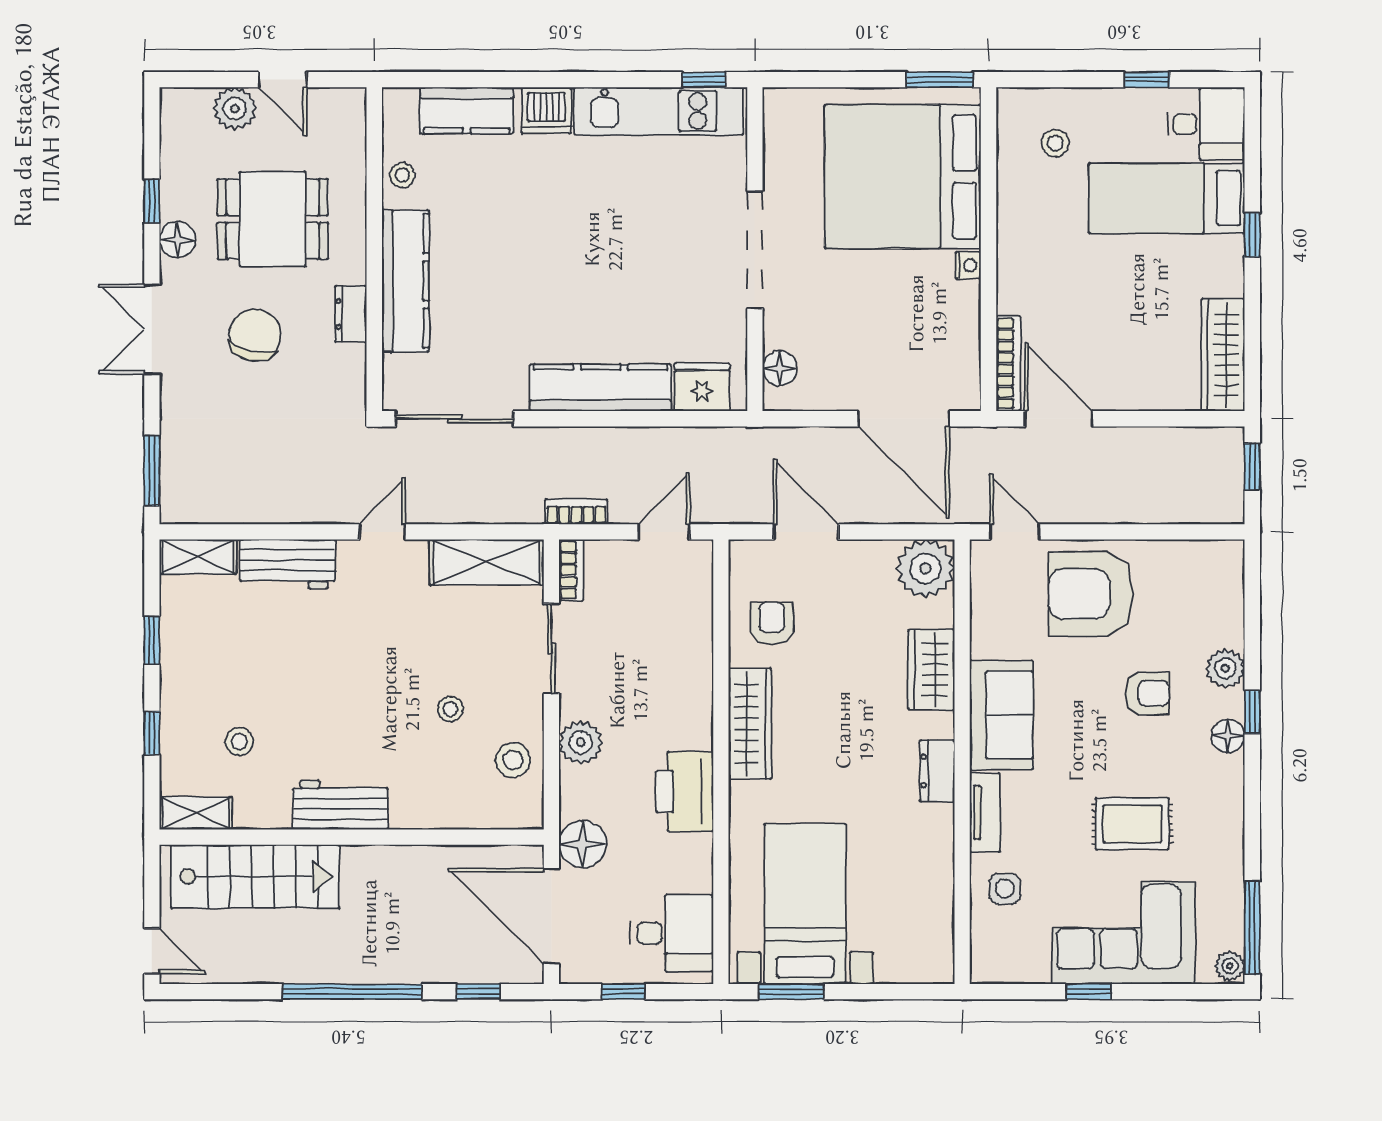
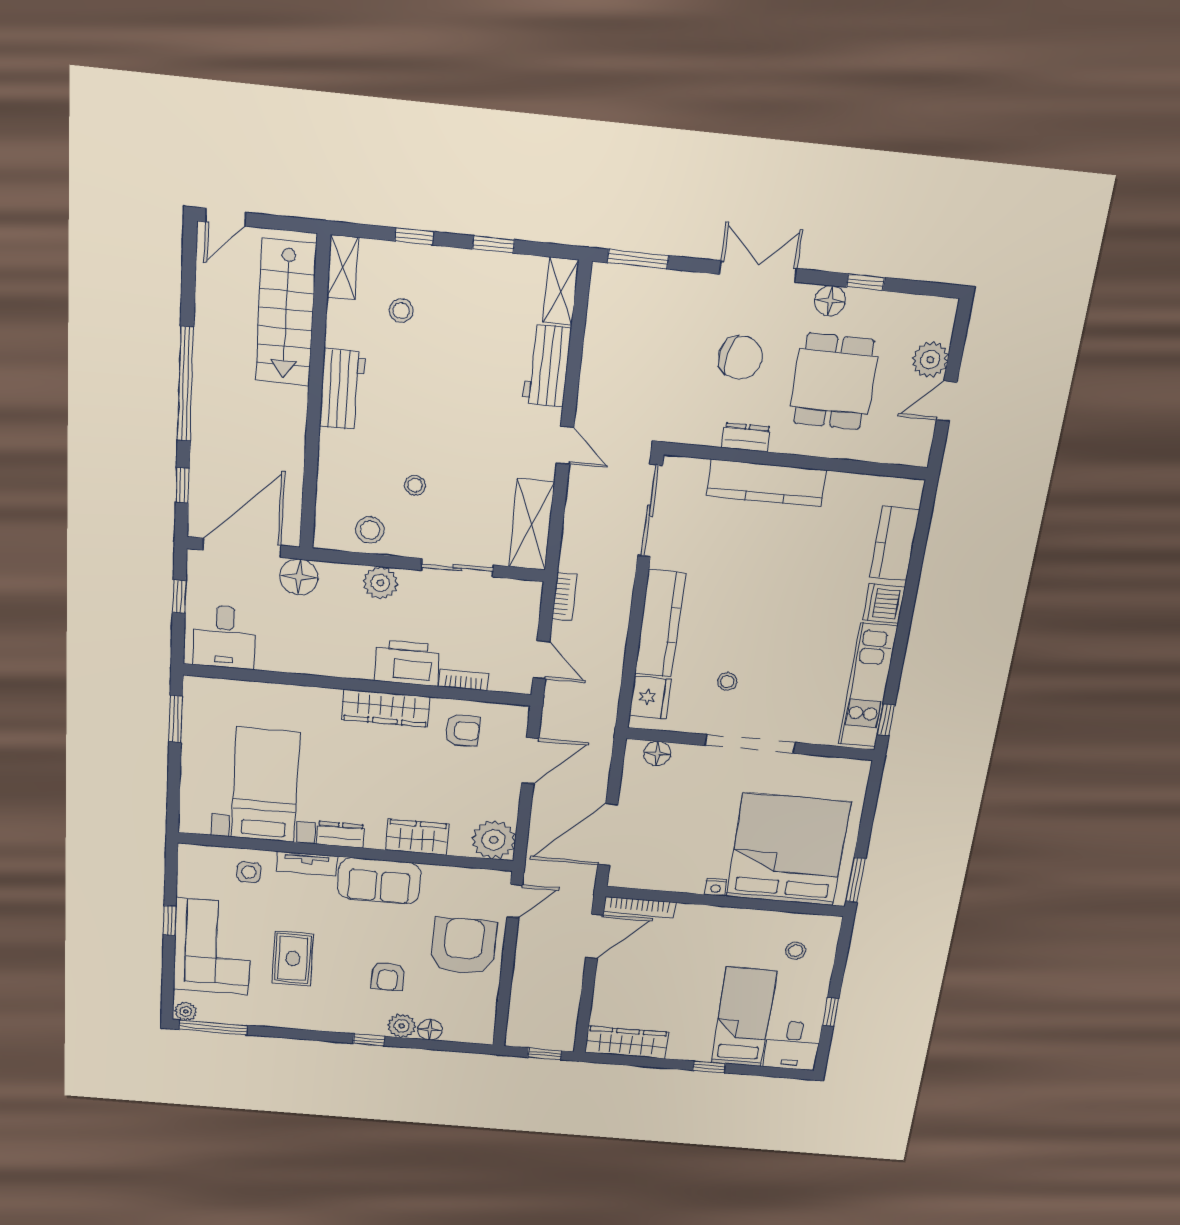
stool: (402, 175) -> (727, 682), moved
bookcase: (571, 570) -> (464, 680), moved, turned 180
floor lamp: (1228, 736) -> (430, 1030), moved
printer: (685, 792) -> (407, 663), moved
bed with nightstands: (805, 904) -> (265, 785), moved, turned -90

